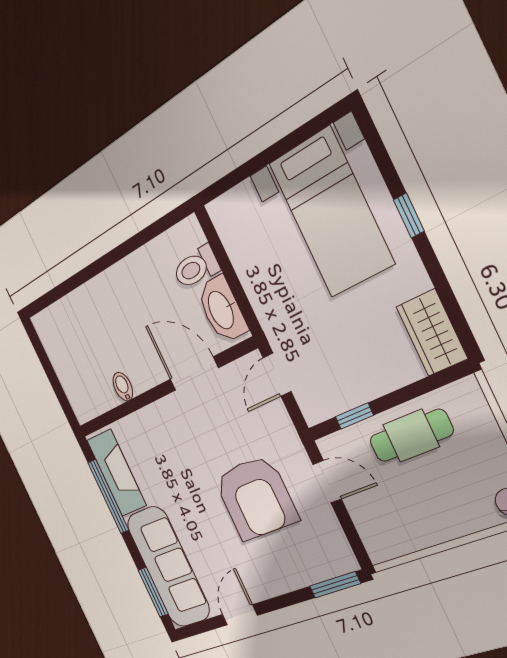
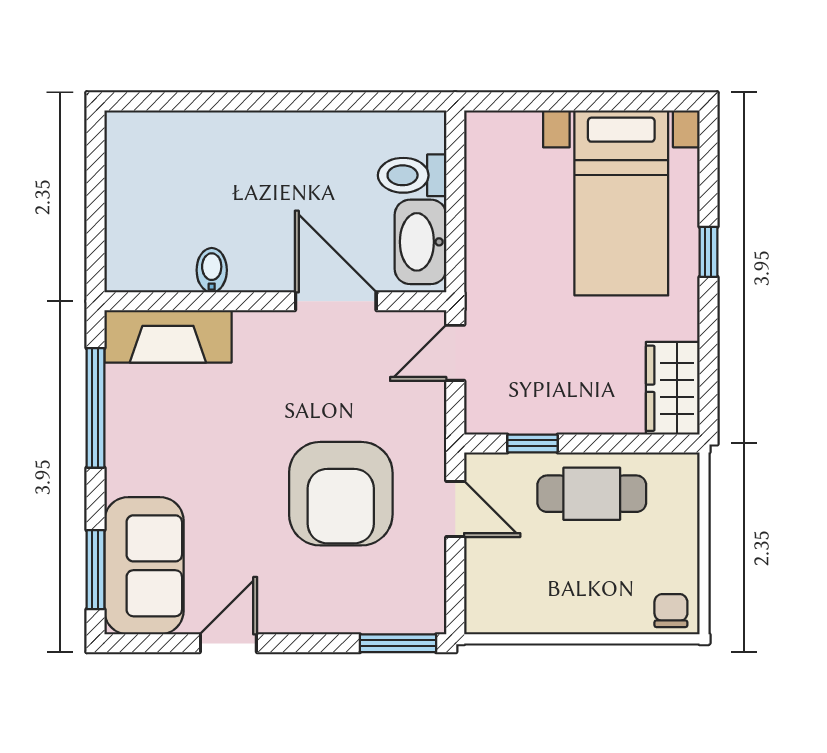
fireplace: (117, 473) -> (168, 336), moved, turned 90
sofa: (168, 567) -> (144, 566), width x0.73

